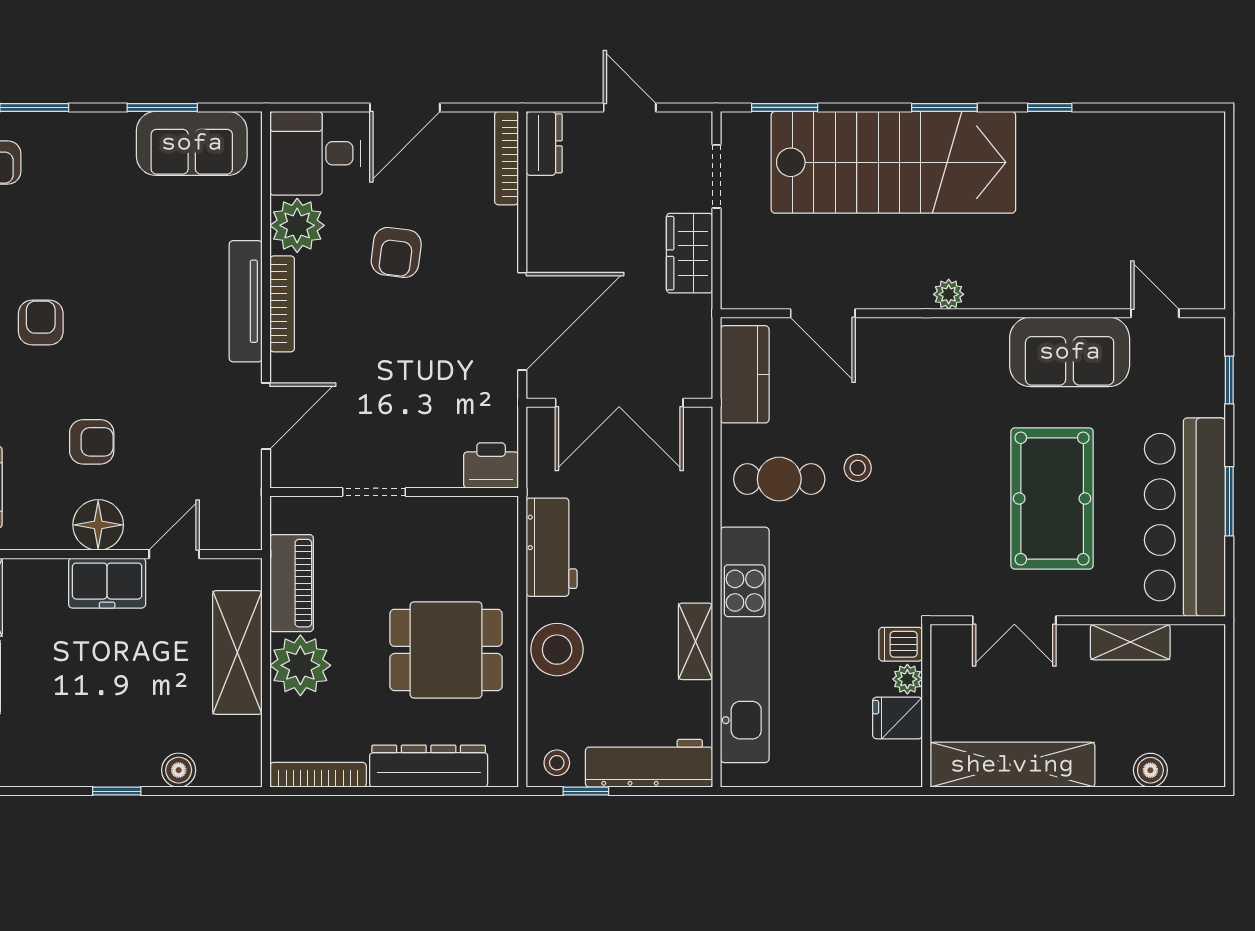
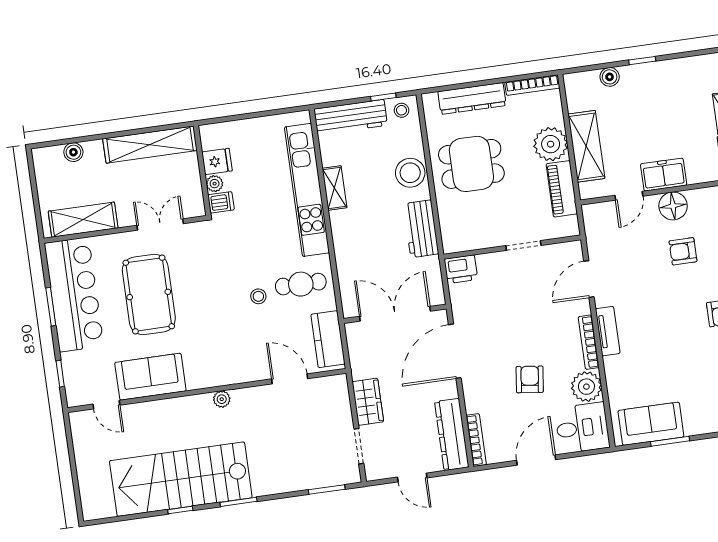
dresser: (544, 143) -> (452, 434), width x1.96, depth x1.24
stairs: (893, 162) -> (181, 479), moved
tv unit: (246, 301) -> (608, 331), width x0.71
shelving: (1130, 642) -> (83, 220), width x1.50, depth x1.33

